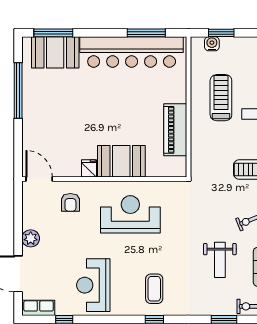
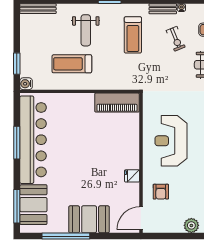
window: (146, 33) -> (17, 143), moved
water cooler: (212, 44) -> (26, 84), moved
piano: (175, 130) -> (117, 103), moved
booth: (121, 161) -> (89, 219), moved, turned 90
armchair: (70, 202) -> (161, 192), turned 90

